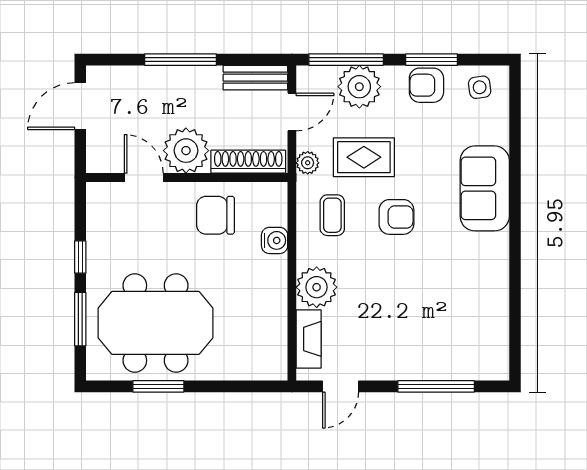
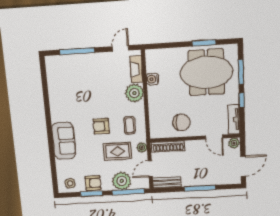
plant: (186, 151) -> (234, 143), moved, width x0.53, depth x0.53
tv unit: (99, 215) -> (234, 119), added
water cooler: (275, 240) -> (152, 79), moved

